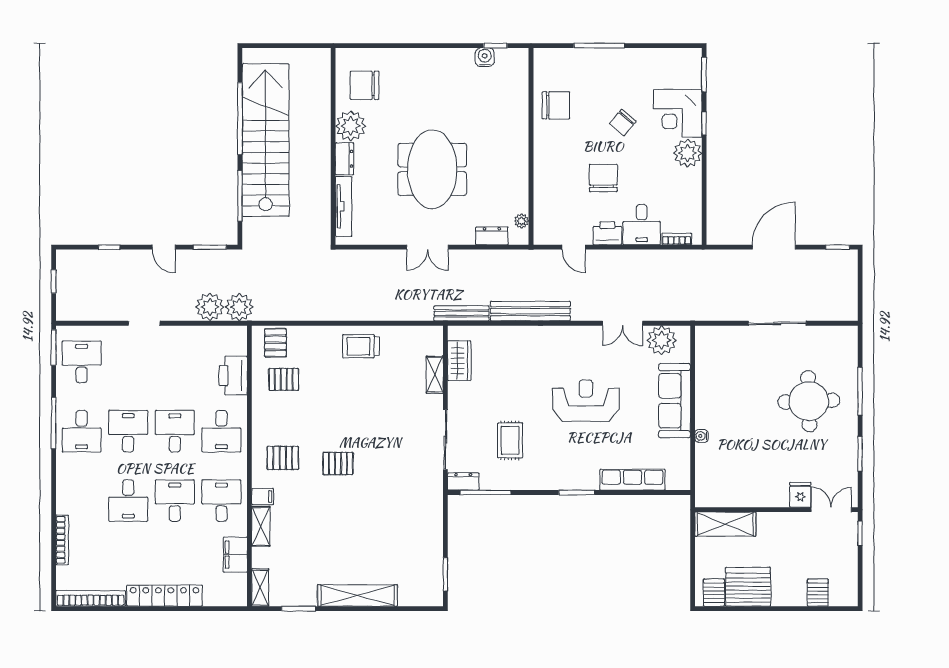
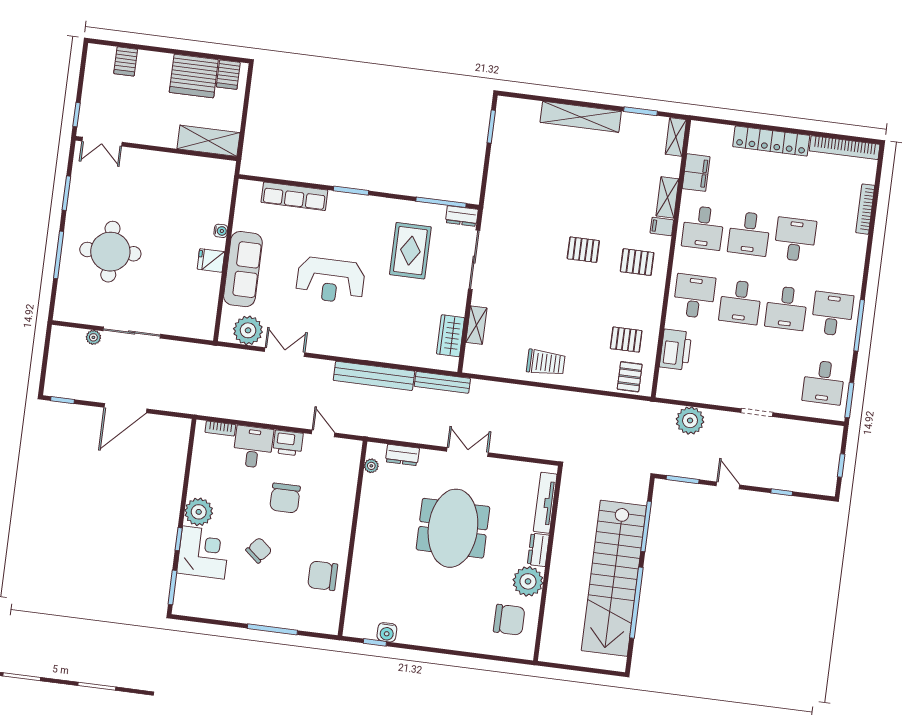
plant: (239, 307) -> (93, 337), moved, width x0.53, depth x0.53
rug: (510, 440) -> (410, 251), width x1.36, depth x1.43
fridge: (800, 495) -> (211, 260), moved, turned 90

